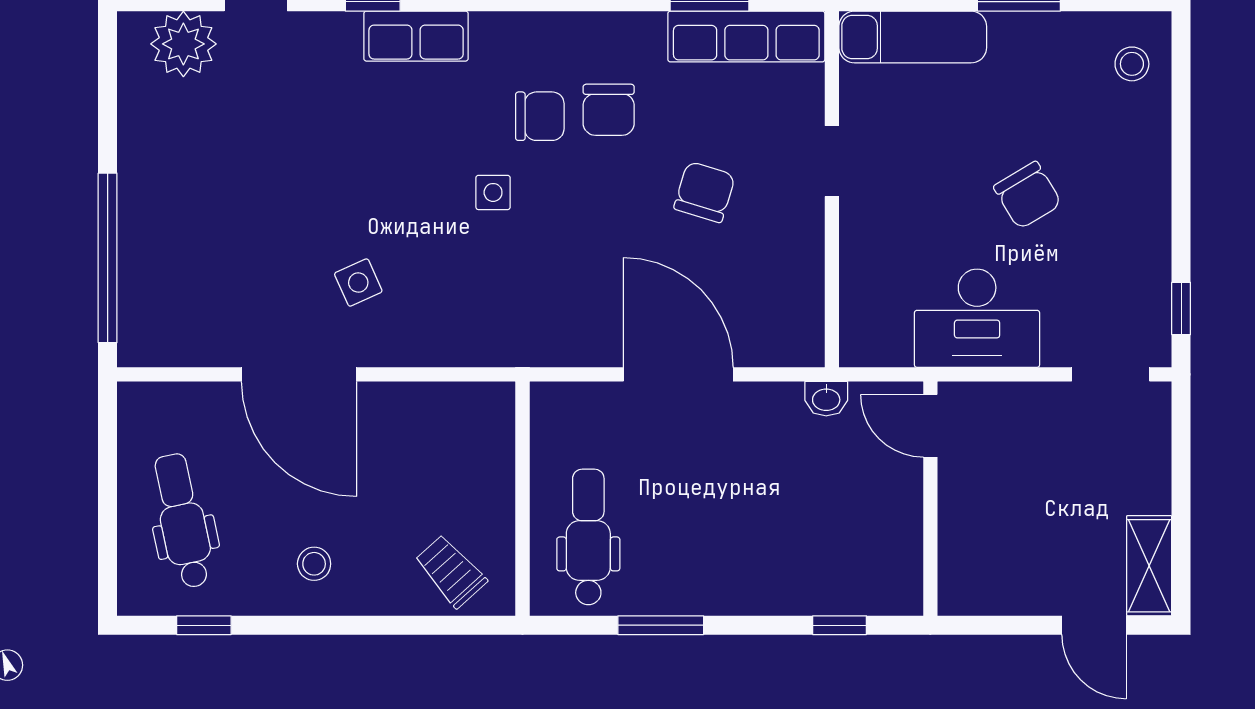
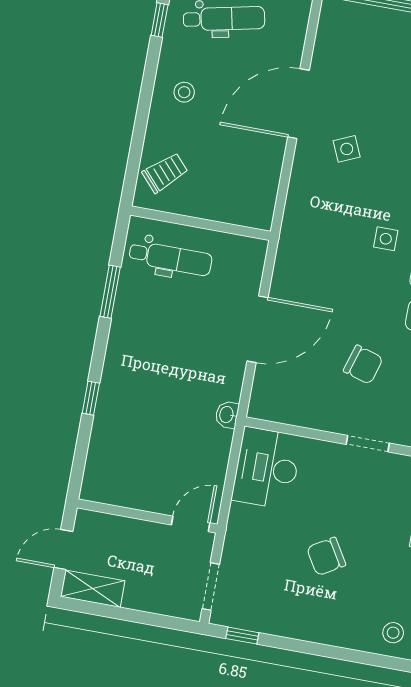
desk: (977, 318) -> (267, 468), moved
door: (930, 426) -> (191, 524), moved
wall: (930, 499) -> (147, 516), moved

